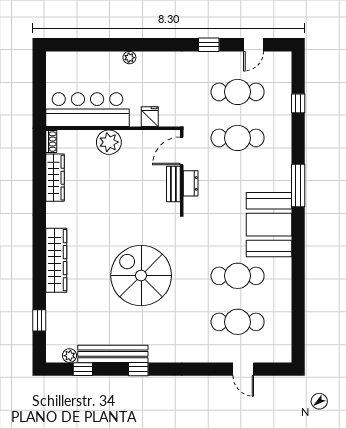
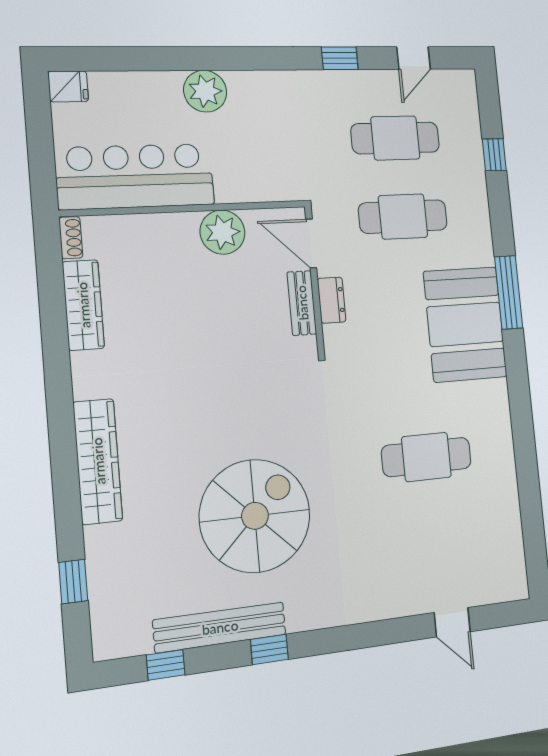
plant: (129, 58) -> (205, 91), width x1.87, depth x1.87
fridge: (150, 117) -> (68, 86), moved, turned 90
plant: (109, 142) -> (222, 232), moved
door: (182, 151) -> (311, 243), hinge flipped
booth: (269, 225) -> (465, 324), moved
spiral stairs: (141, 276) -> (255, 516), moved, turned 90
cafe table: (238, 322) -> (434, 539), removed
plant: (70, 356) -> (138, 642), removed

